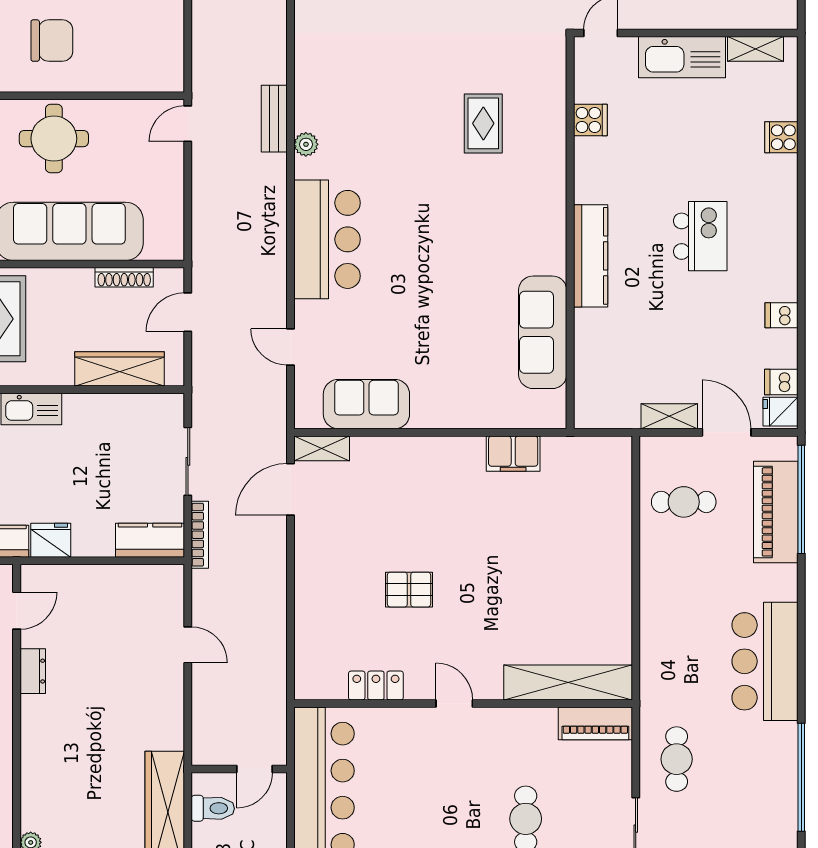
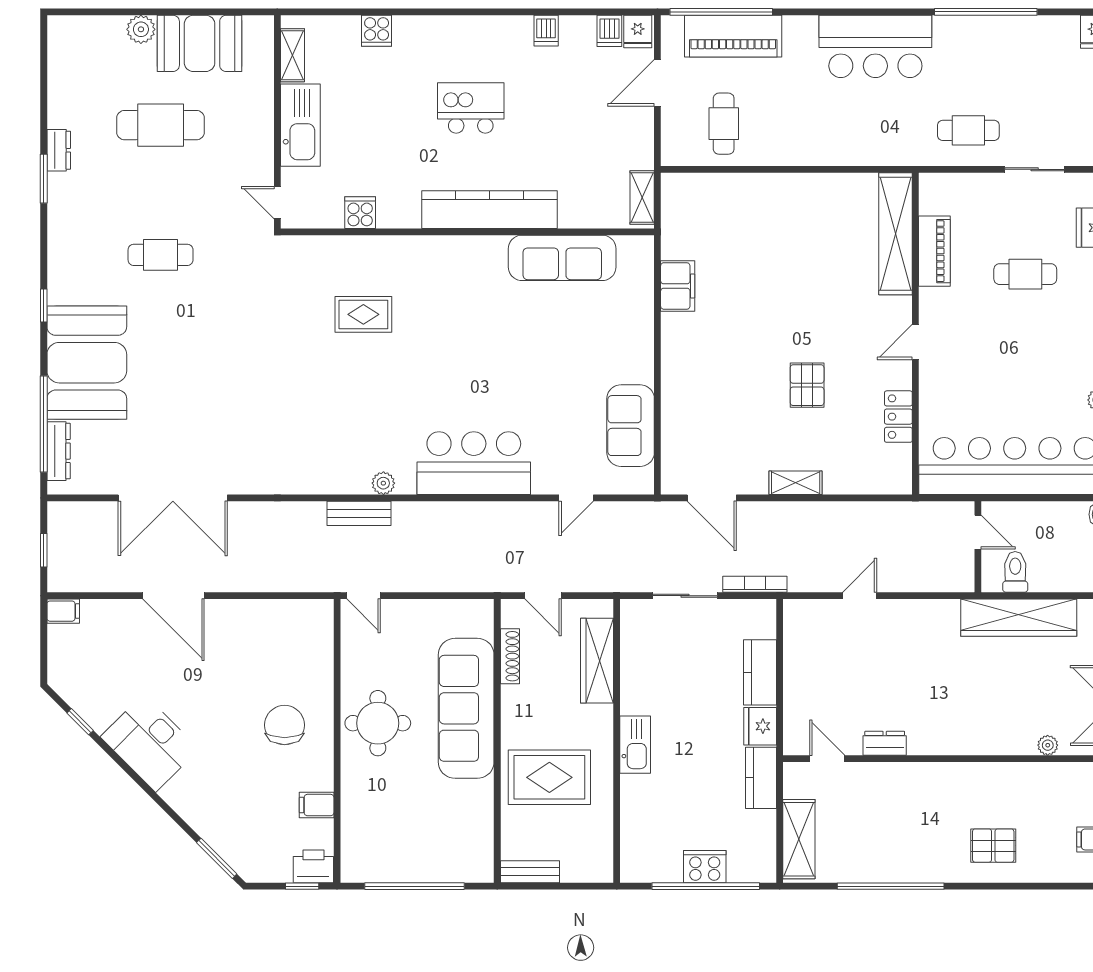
kitchen counter: (591, 256) -> (489, 210), width x1.39, depth x1.17
shelving: (669, 416) -> (642, 197), moved
shelving: (322, 448) -> (796, 483), moved, turned 90
kitchen counter: (150, 540) -> (760, 672), moved
piano: (595, 723) -> (934, 251), moved

